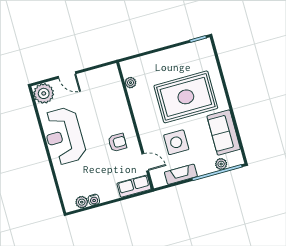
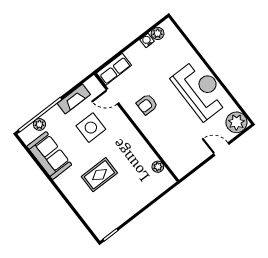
rug: (186, 97) -> (99, 175), width x0.54, depth x0.49

